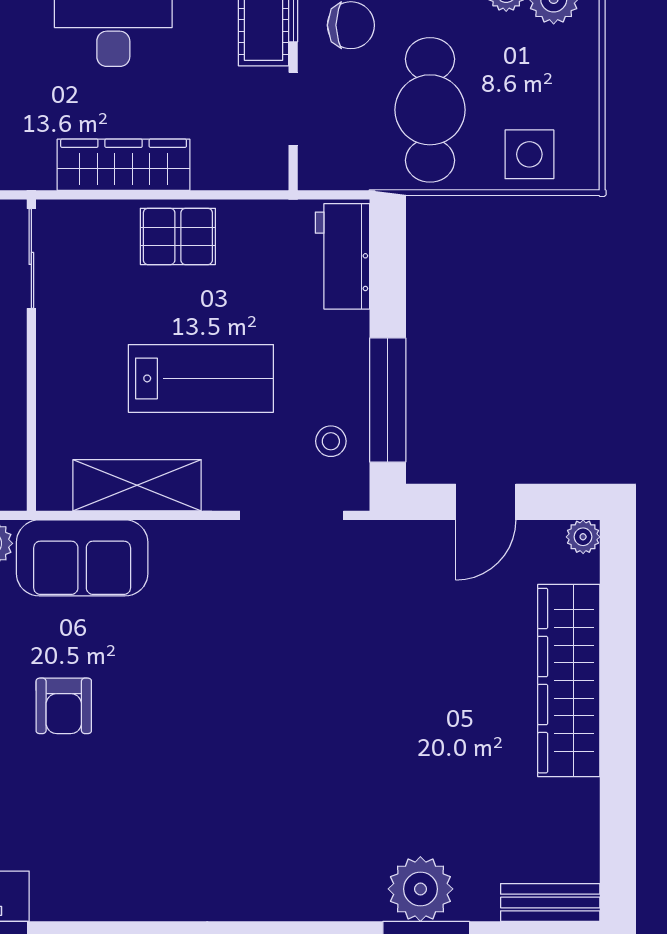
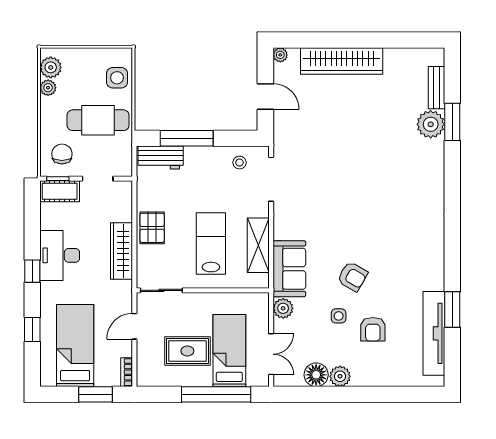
lab bench: (201, 378) -> (211, 244), moved
window: (388, 400) -> (187, 138), moved
armchair: (64, 706) -> (352, 277), turned 30
bench: (550, 903) -> (436, 88), moved

